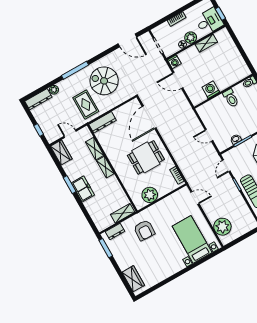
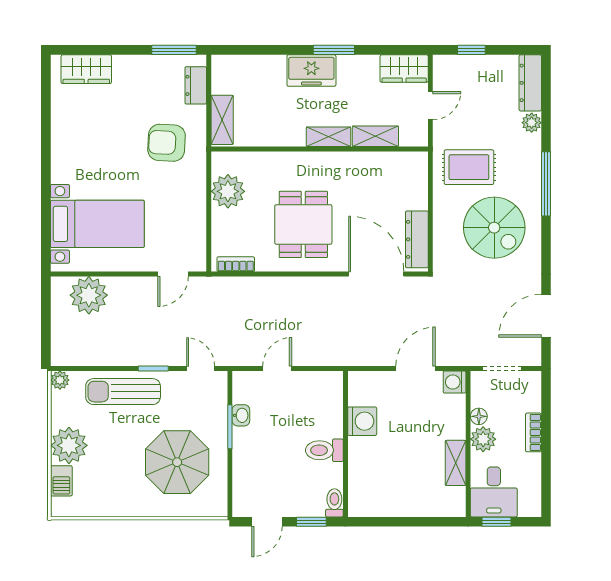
spiral stairs: (104, 81) -> (494, 228), turned 90
dresser: (103, 122) -> (417, 239), moved

